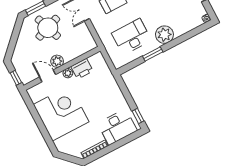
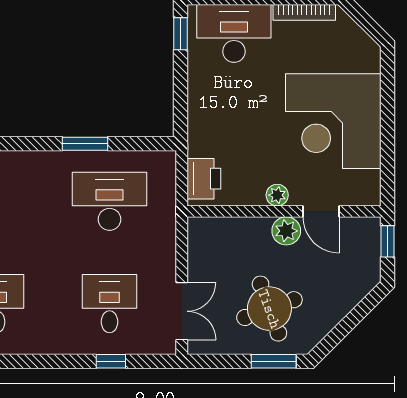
plant: (164, 35) -> (40, 170), removed
desk: (131, 37) -> (109, 201), turned 180
printer: (82, 69) -> (204, 179), moved, turned 90

